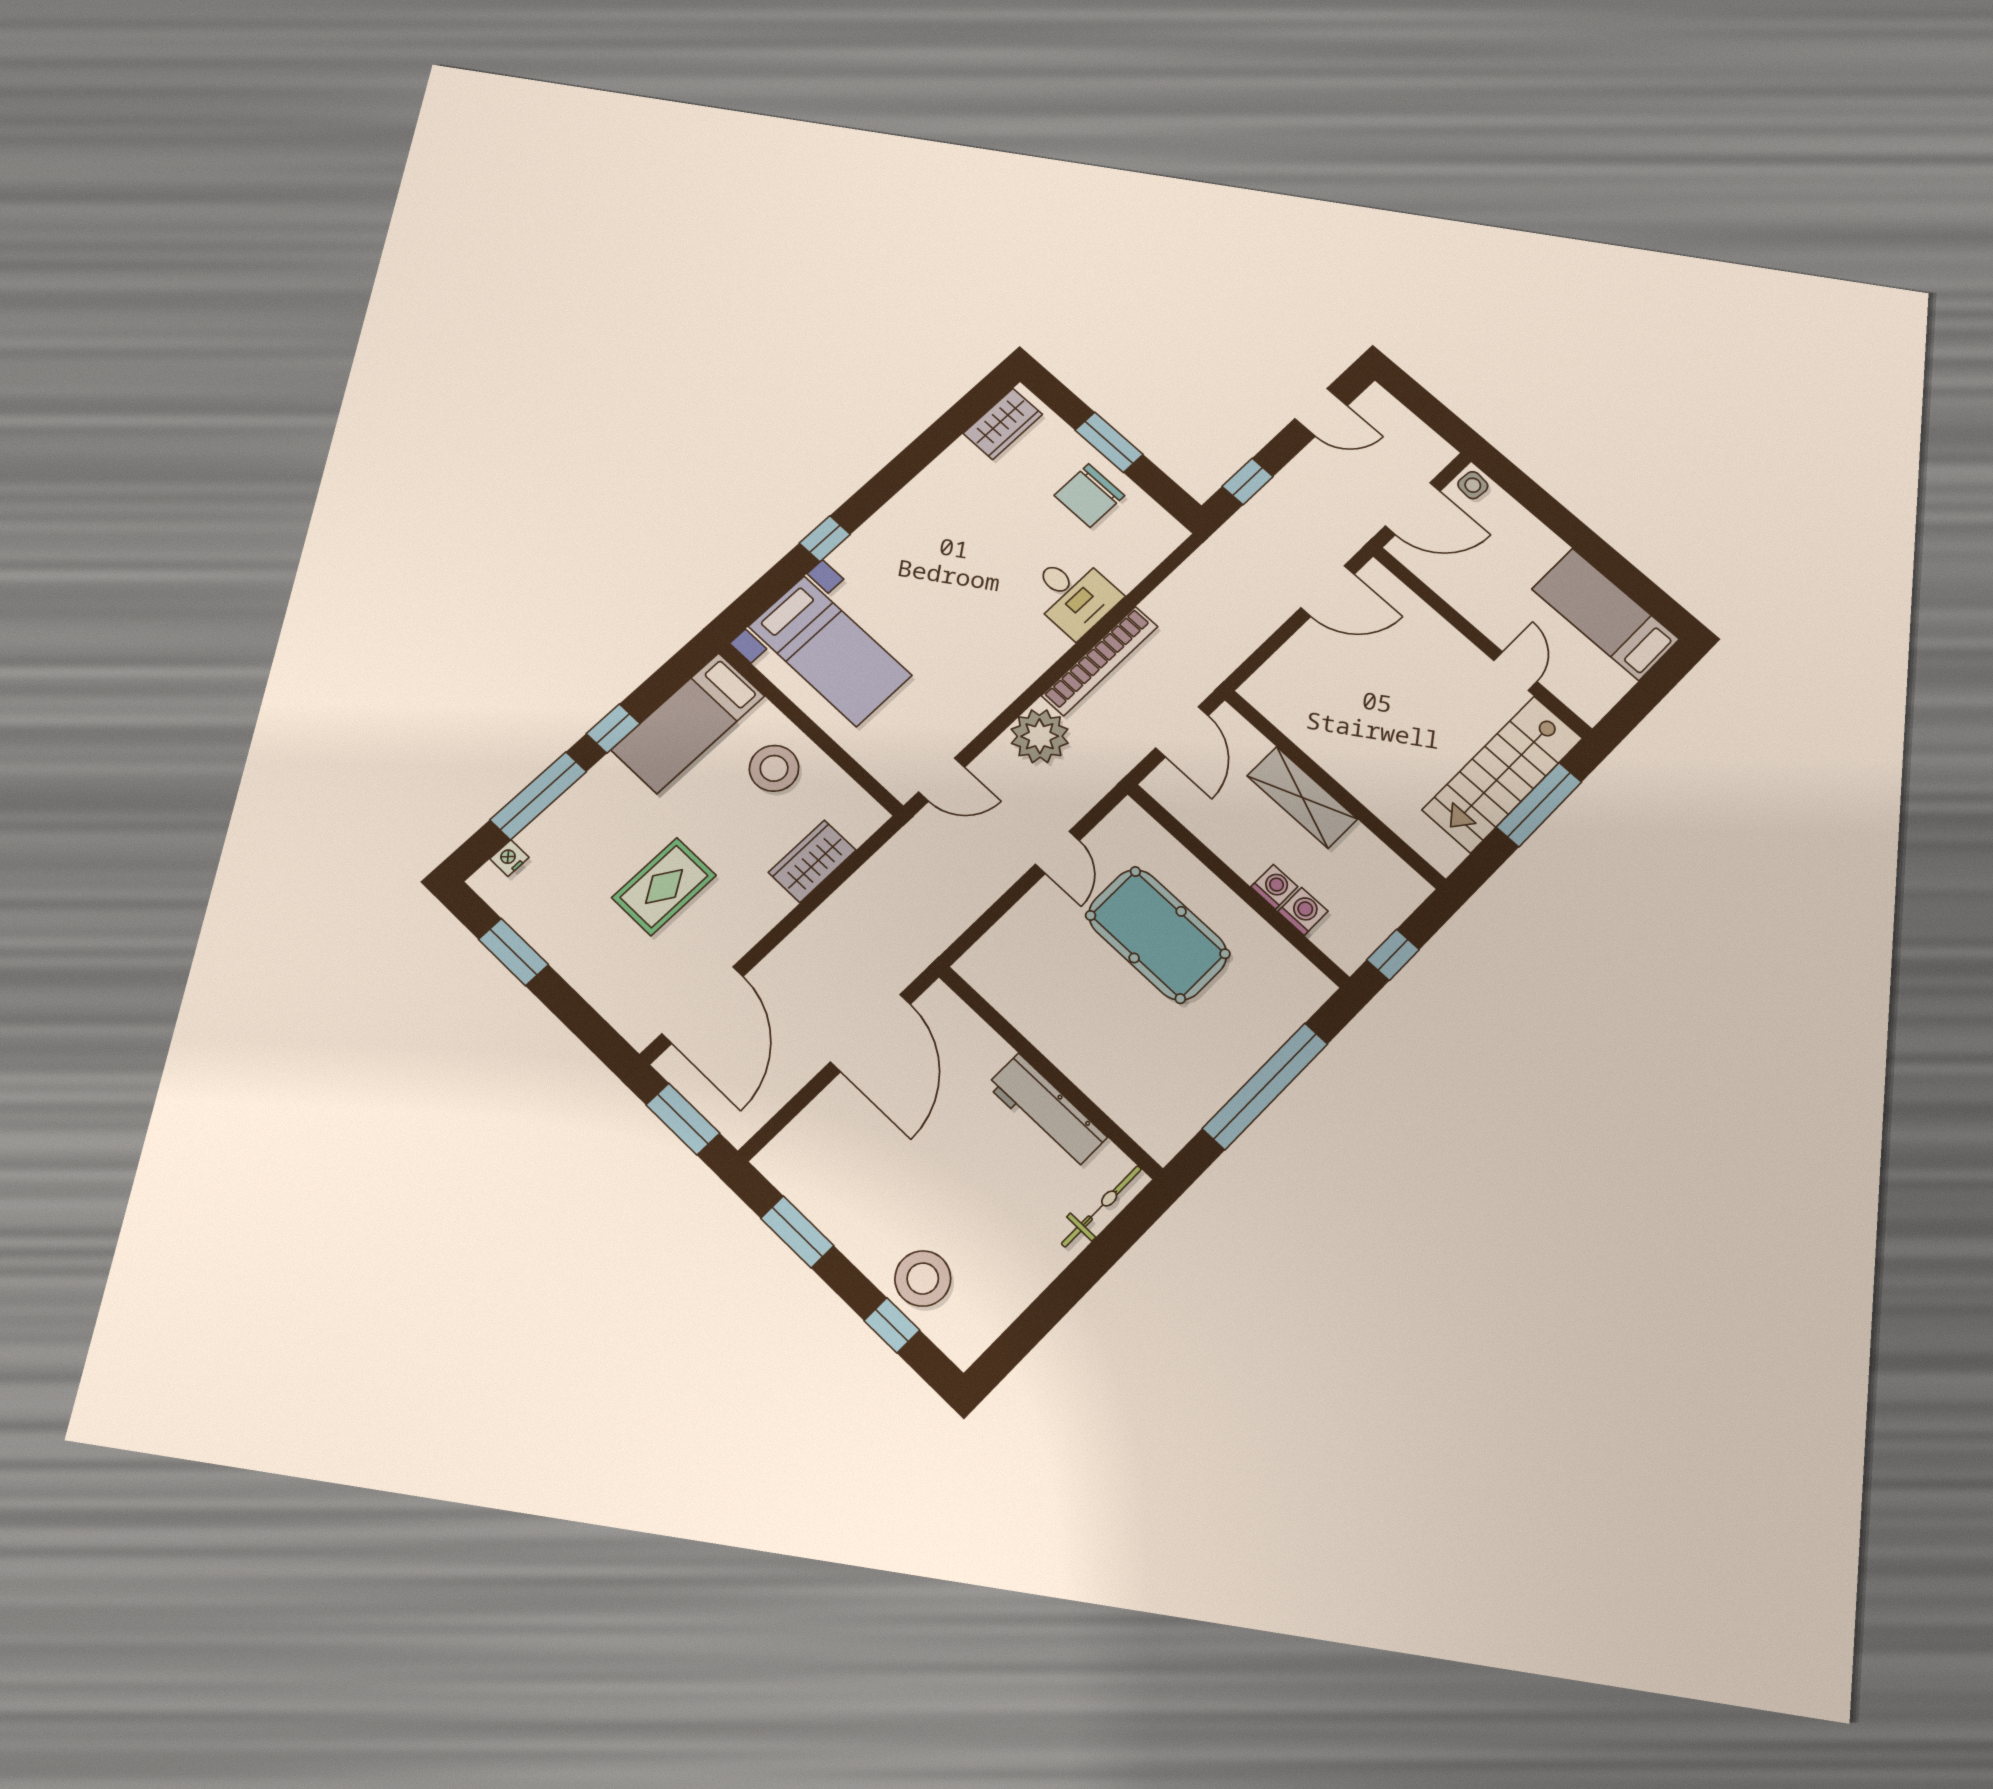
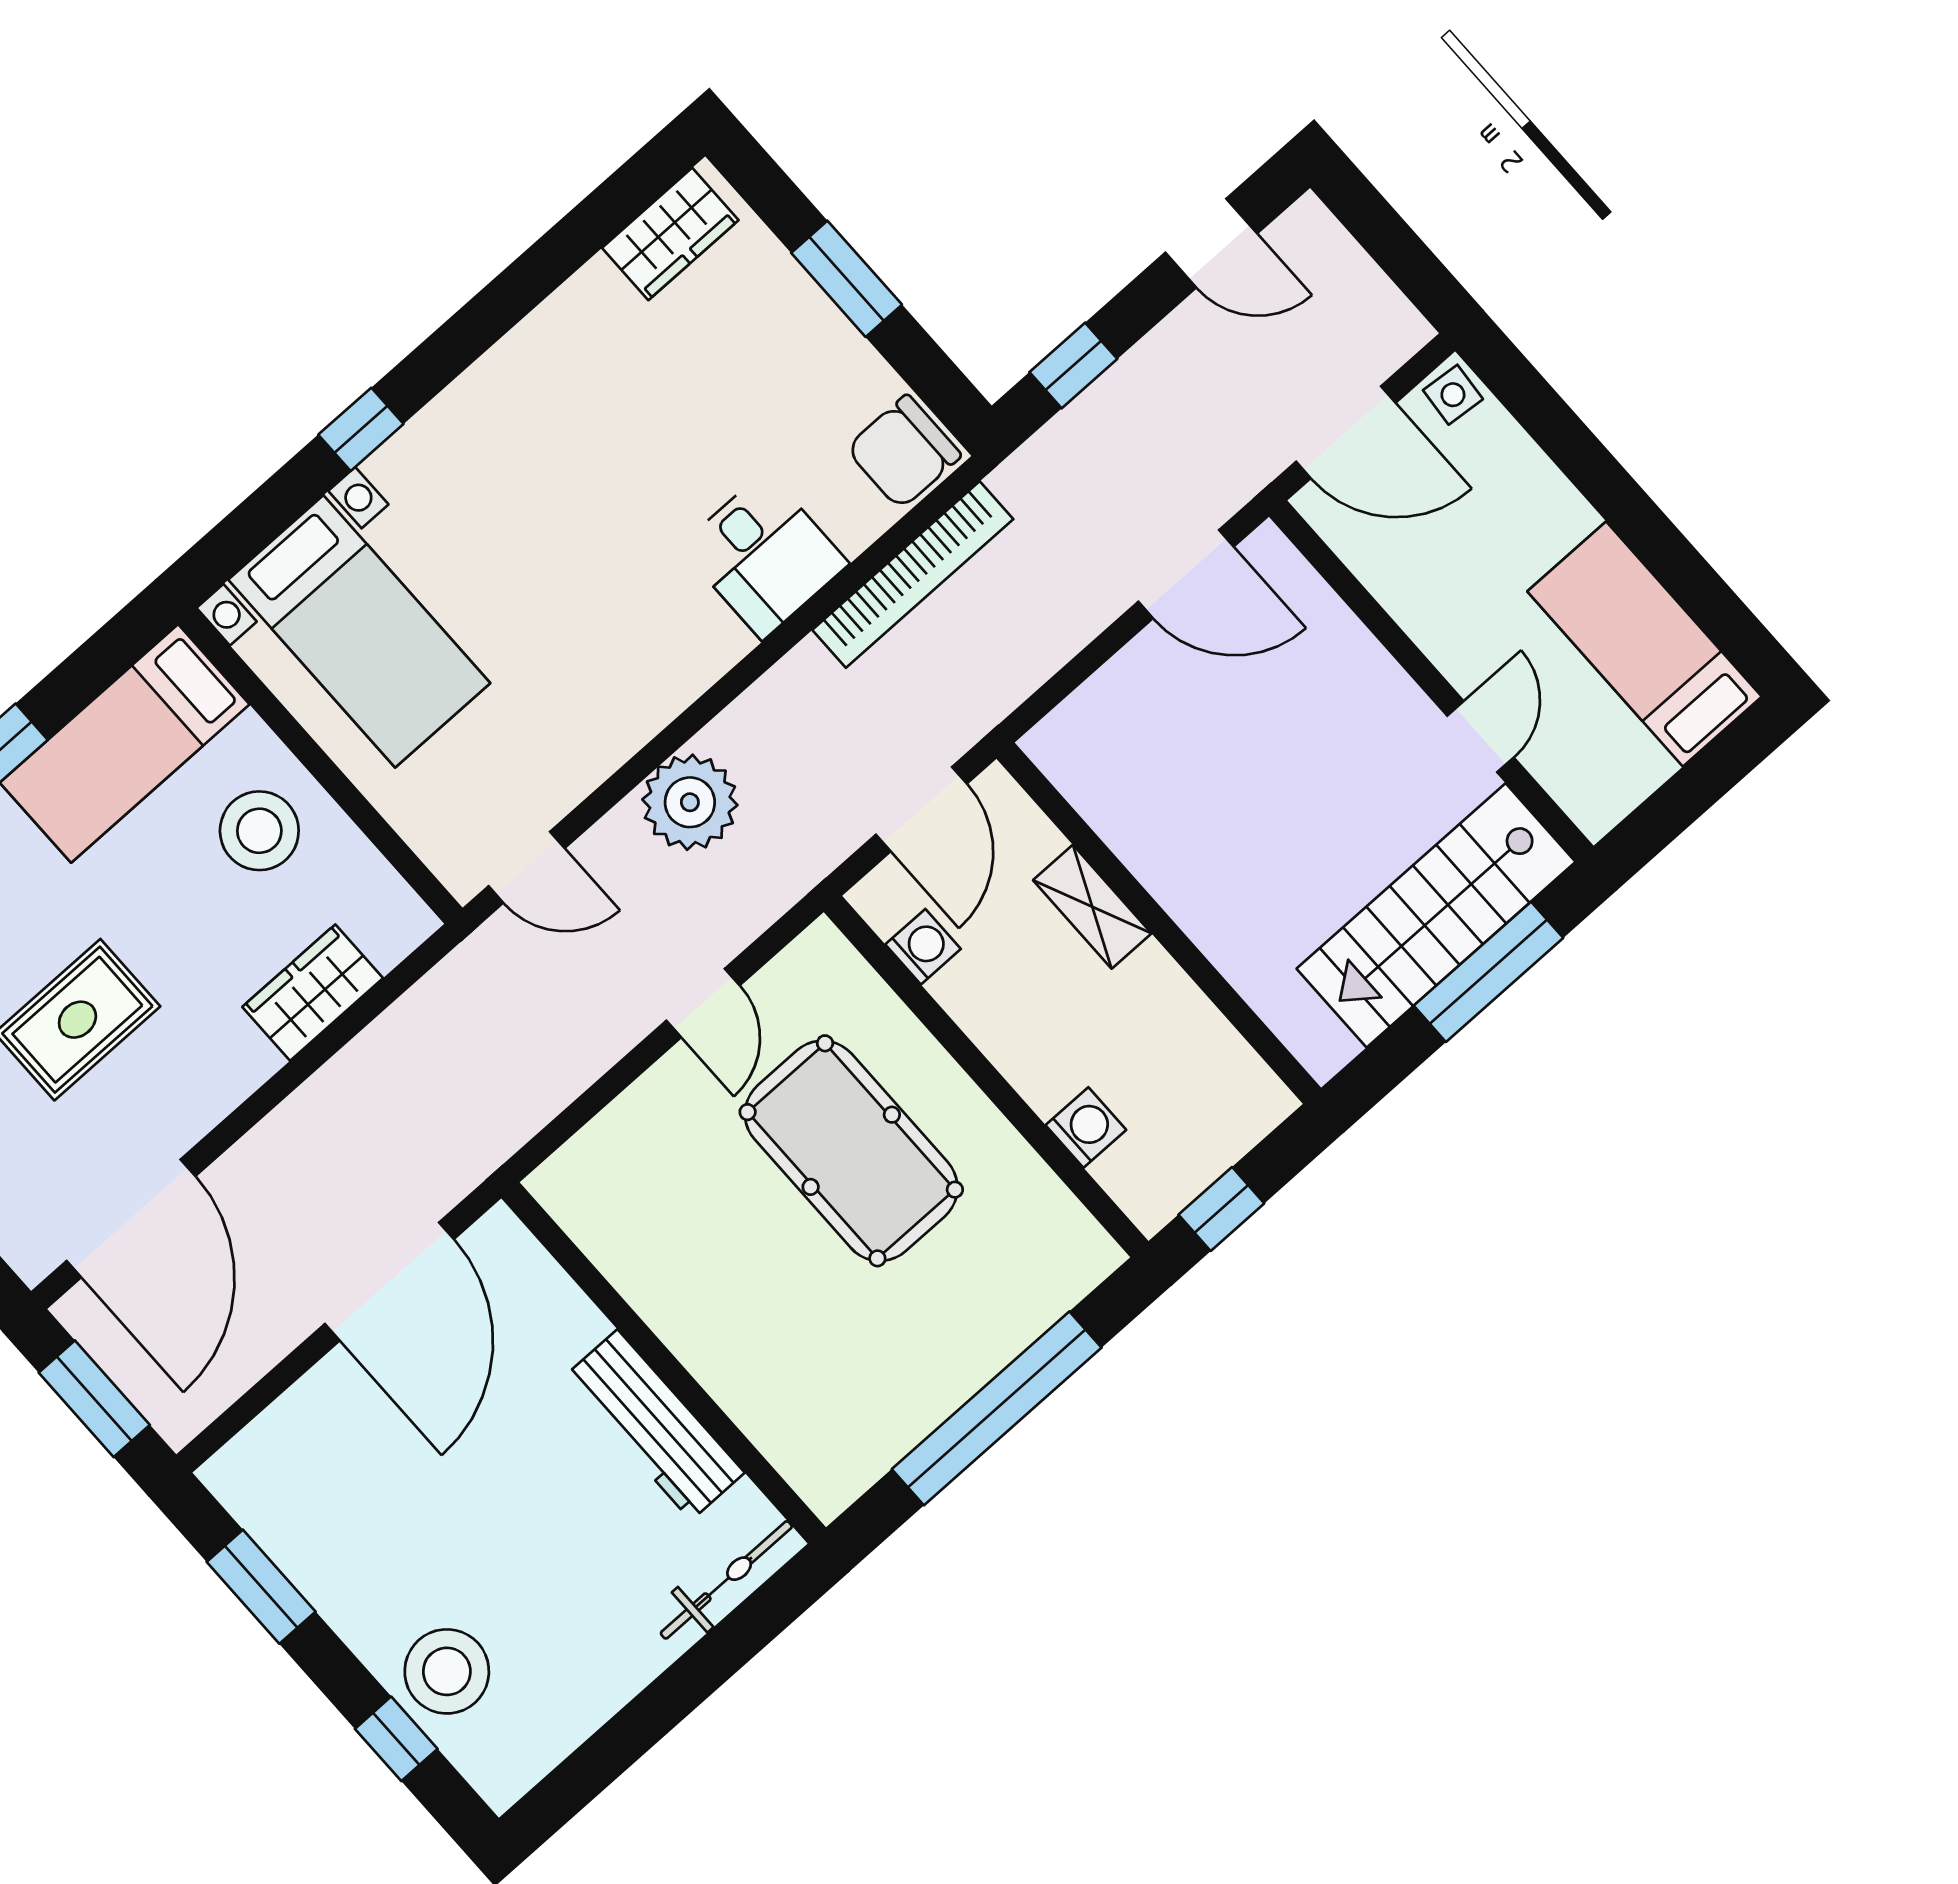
chair: (1089, 496) -> (904, 452), moved
bookcase: (1100, 661) -> (913, 574), moved
shelving: (1302, 797) -> (1092, 907), width x0.67, depth x0.75
washing machine: (1274, 887) -> (923, 947), moved

